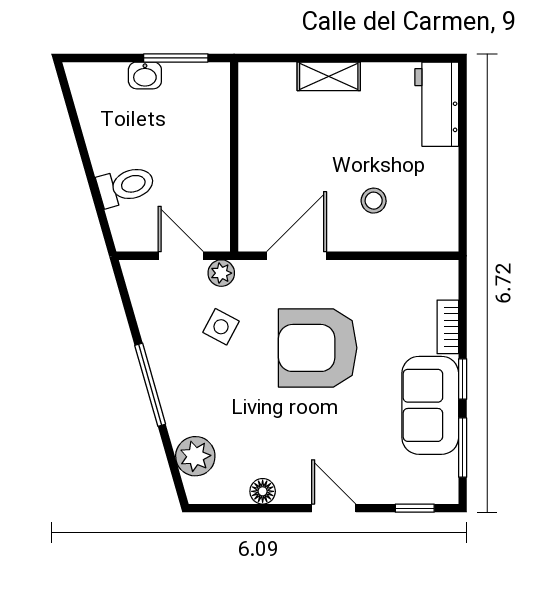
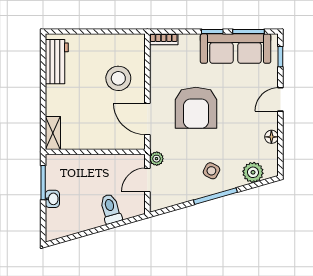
shelving: (329, 76) -> (53, 133), moved
workbench: (437, 104) -> (57, 62), moved, turned -90
stool: (374, 201) -> (118, 78), width x1.89, depth x1.89
side table: (221, 327) -> (211, 171), moved
bookcase: (448, 327) -> (164, 39), moved
sofa: (430, 405) -> (236, 49), width x1.36

